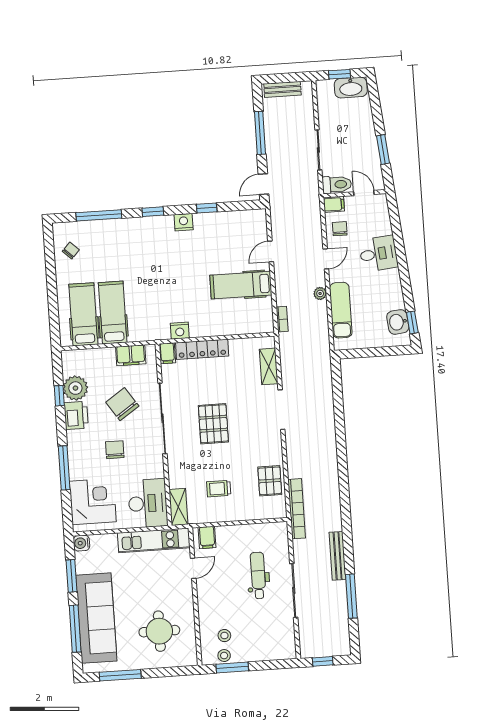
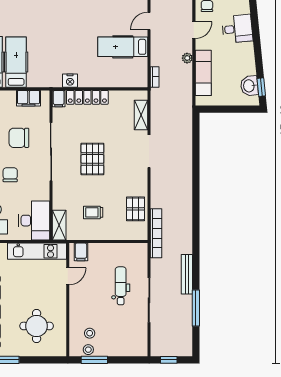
chair: (122, 404) -> (19, 138), turned -56

